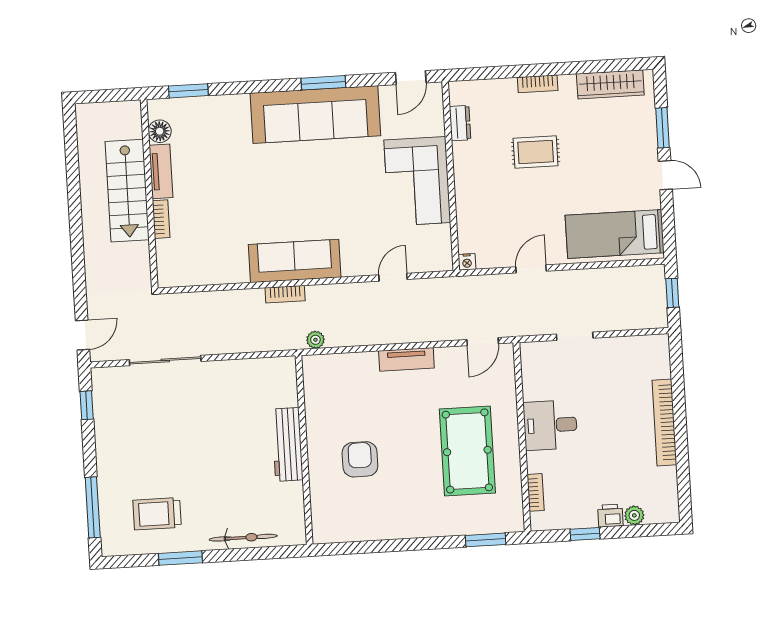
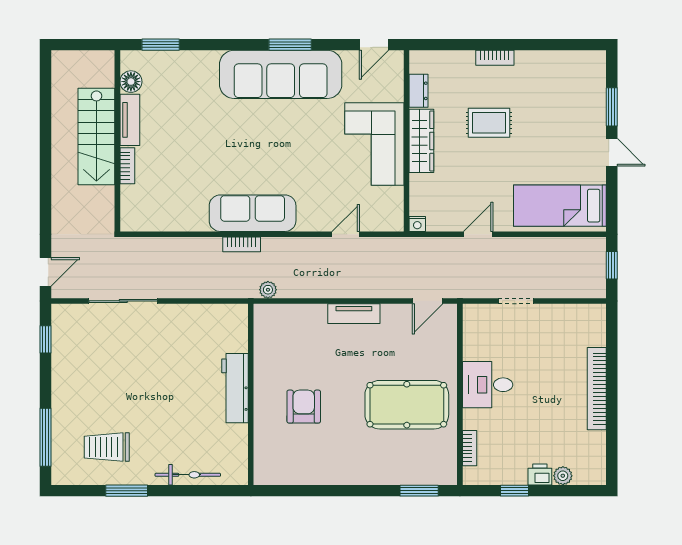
wardrobe: (610, 84) -> (421, 141), moved, turned -90
pool table: (467, 451) -> (407, 405), turned 90

